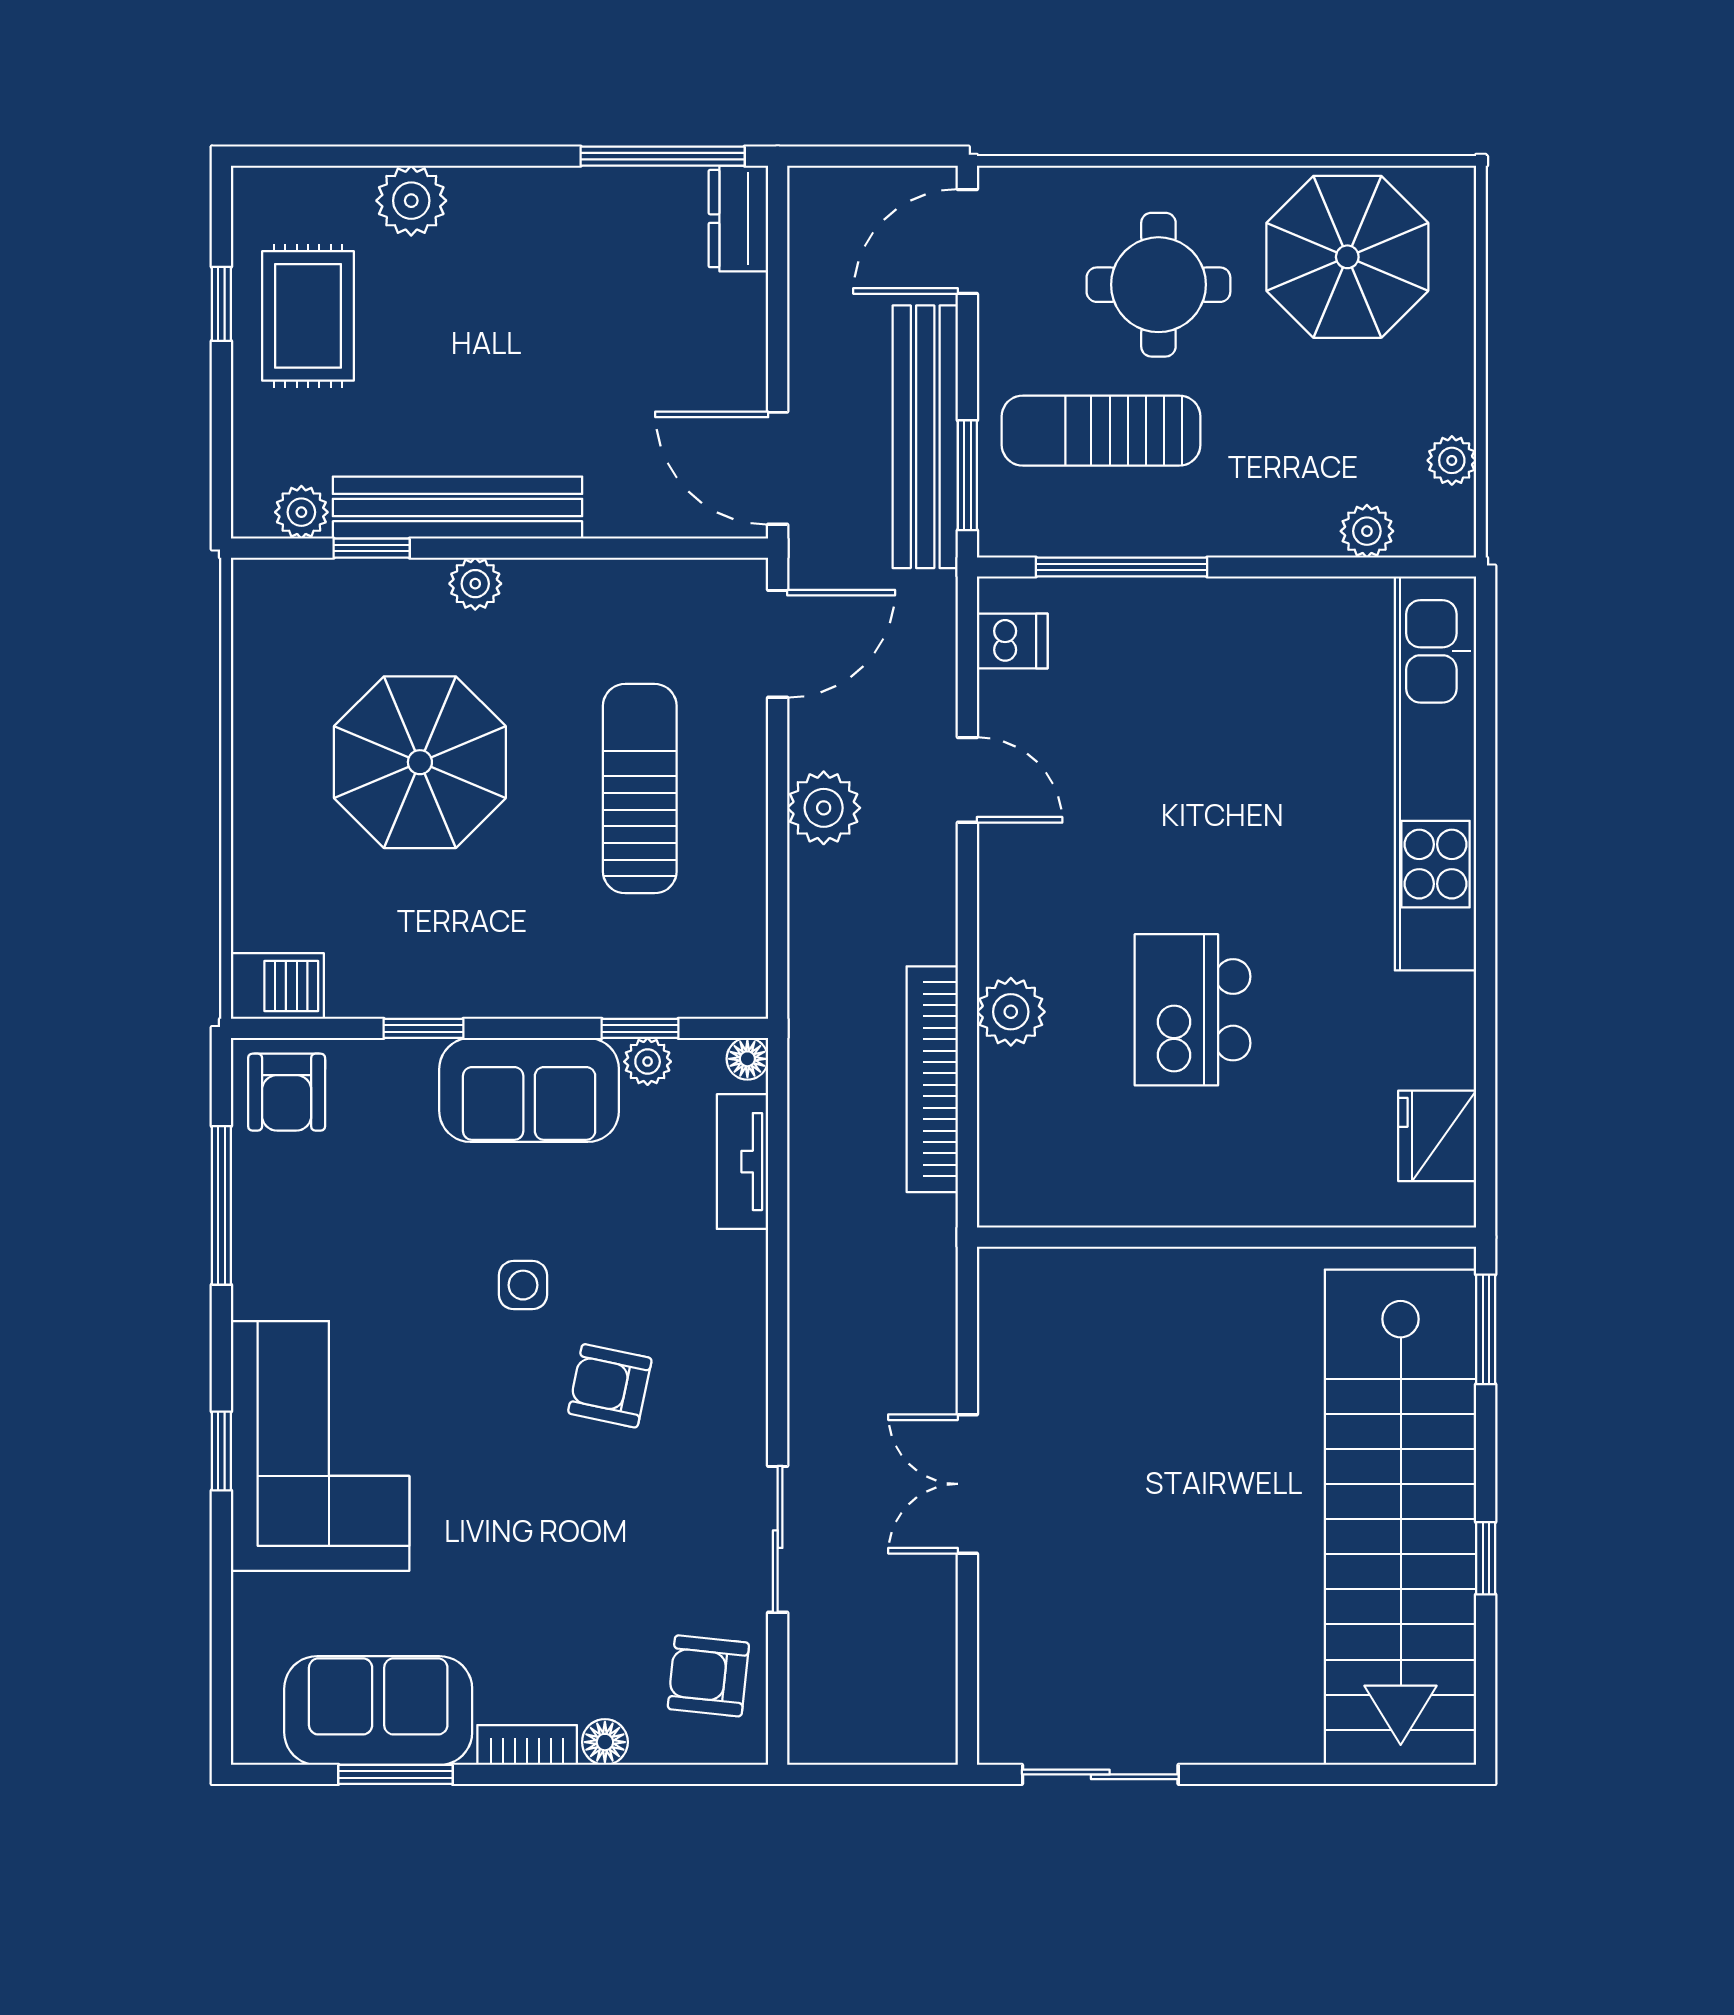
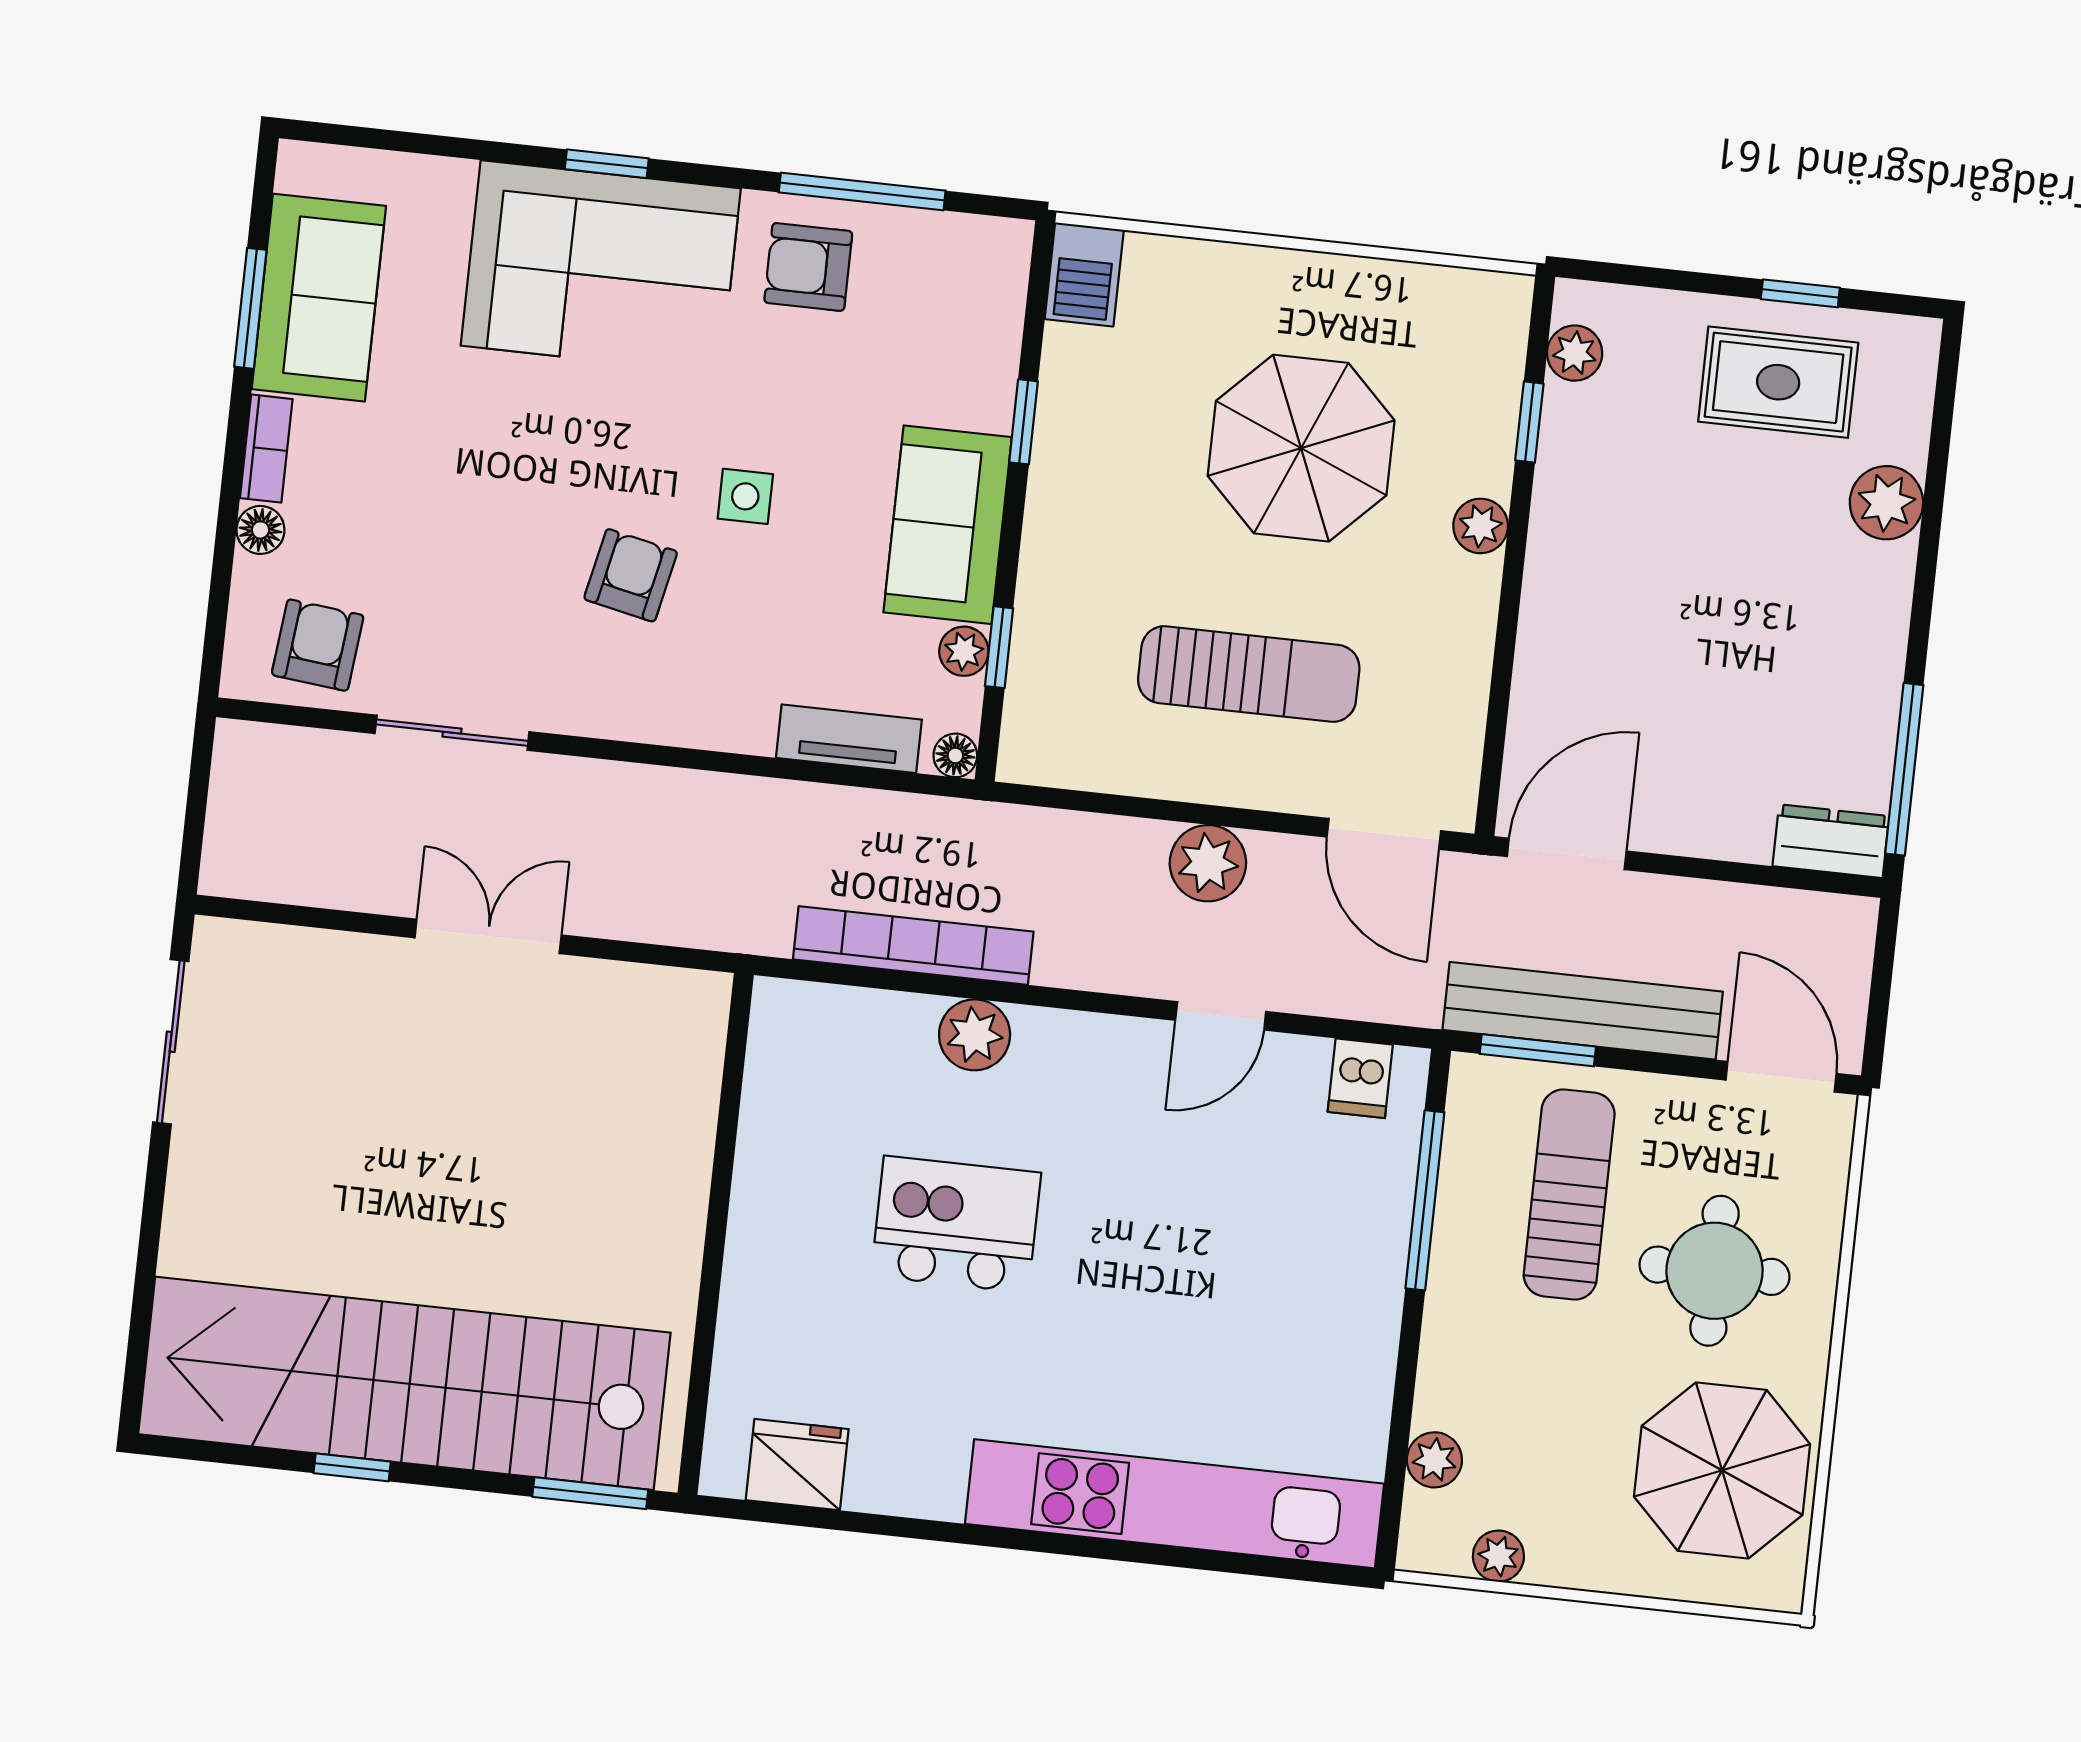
bench: (457, 508) -> (1562, 516), removed
armchair: (287, 1092) -> (808, 267), moved

